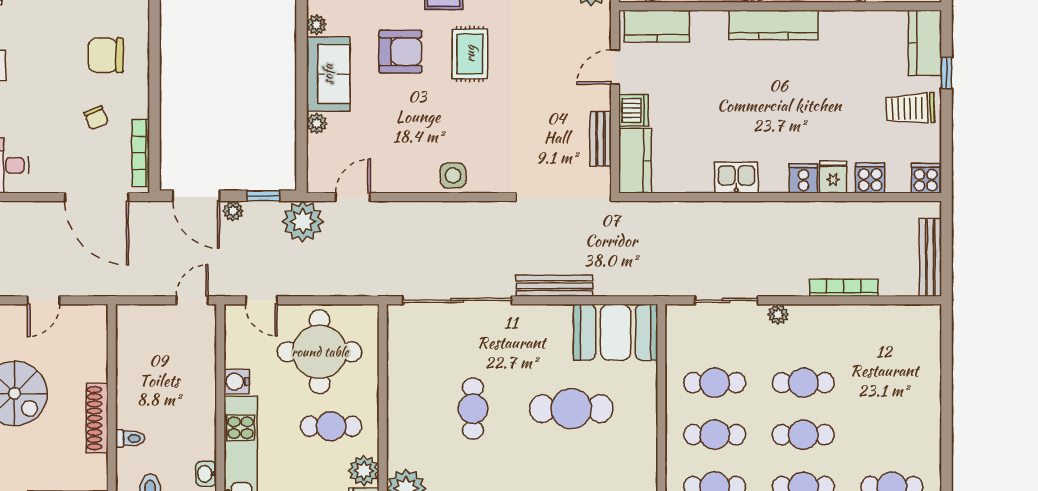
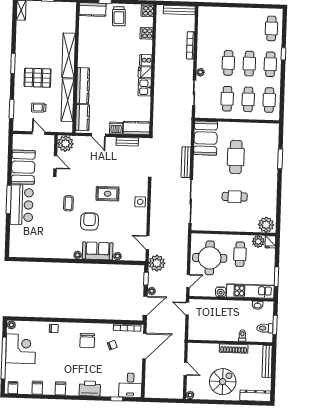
kitchen counter: (773, 25) -> (83, 86), moved
rug: (470, 54) -> (108, 194), moved
fridge: (833, 177) -> (145, 72), moved

